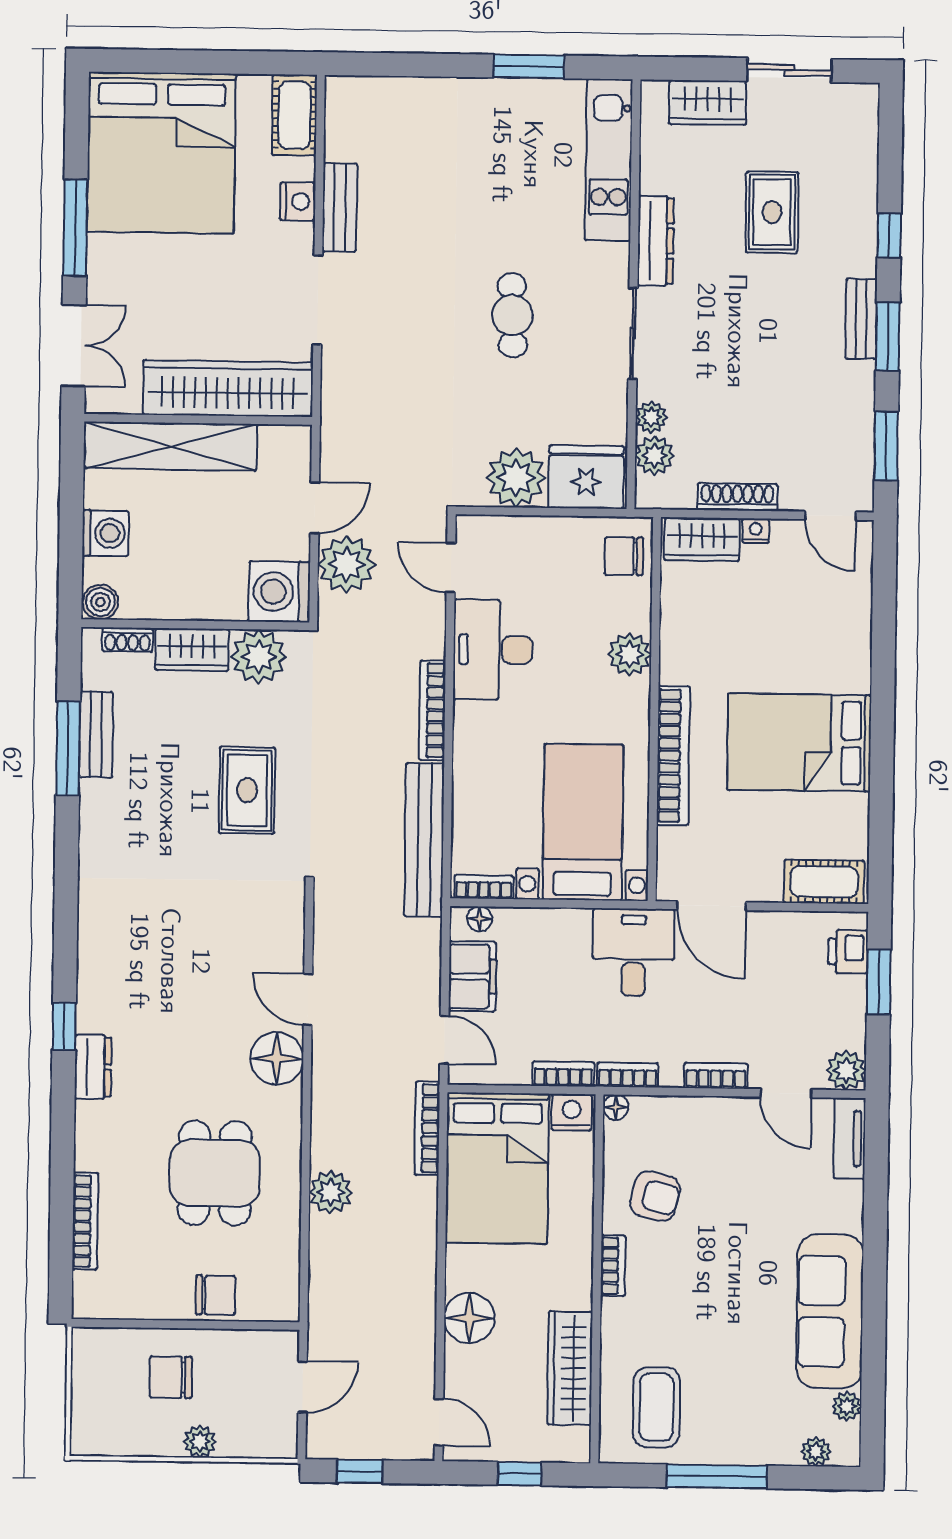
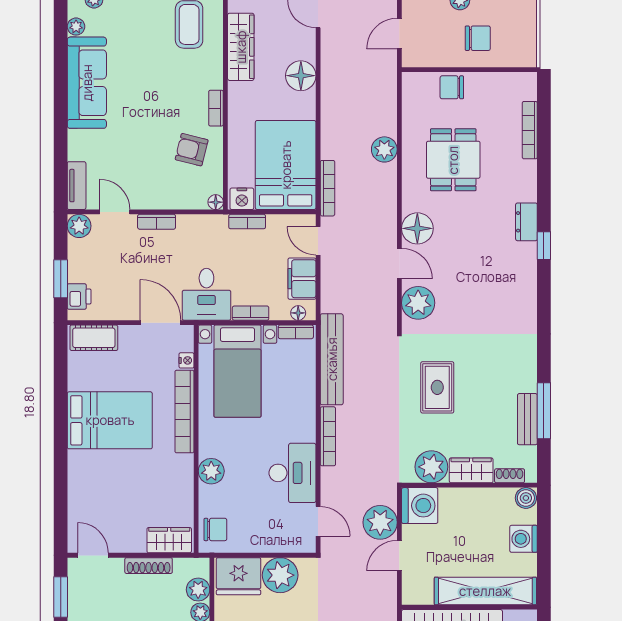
nightstand: (756, 531) -> (186, 360), moved, turned -90
plant: (277, 933) -> (418, 303), added
bookcase: (628, 1075) -> (251, 313), moved, turned 180

